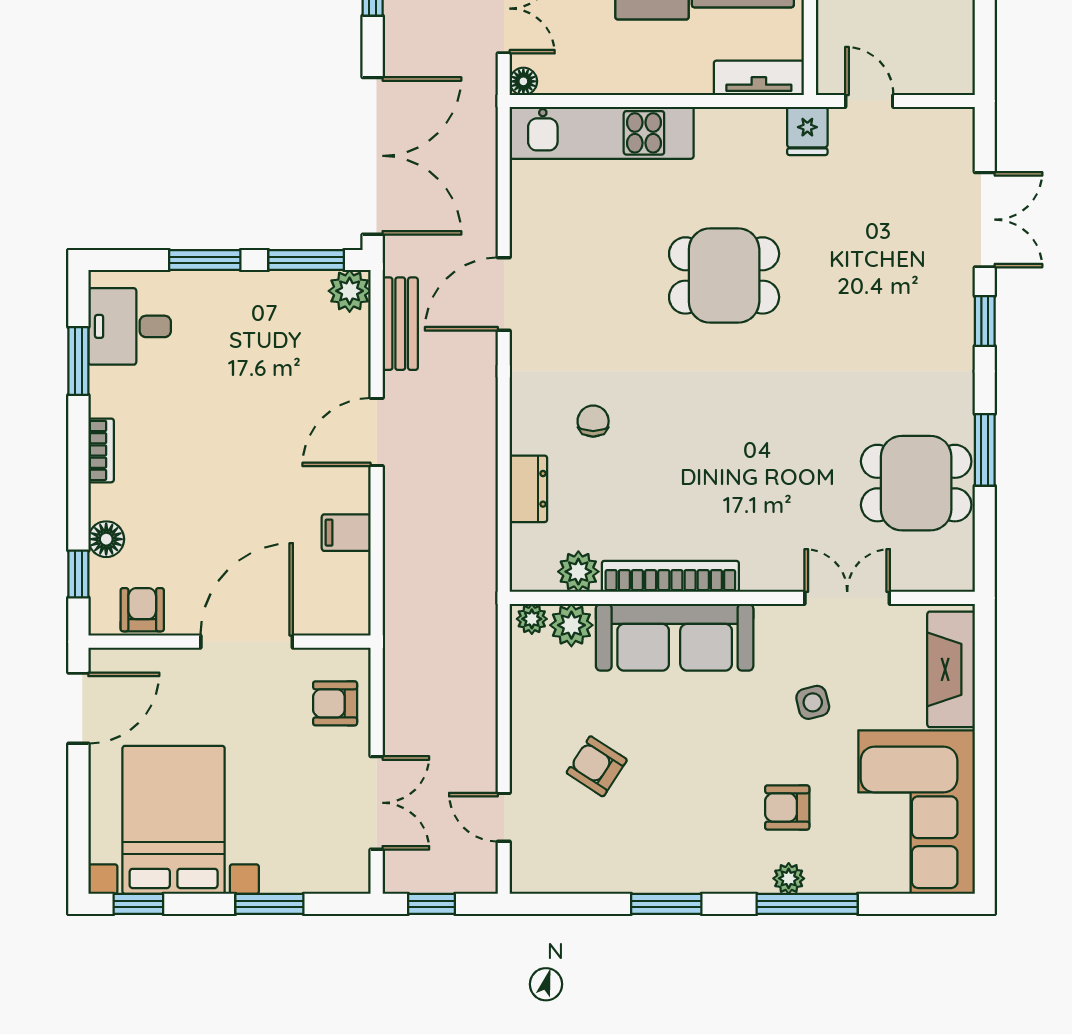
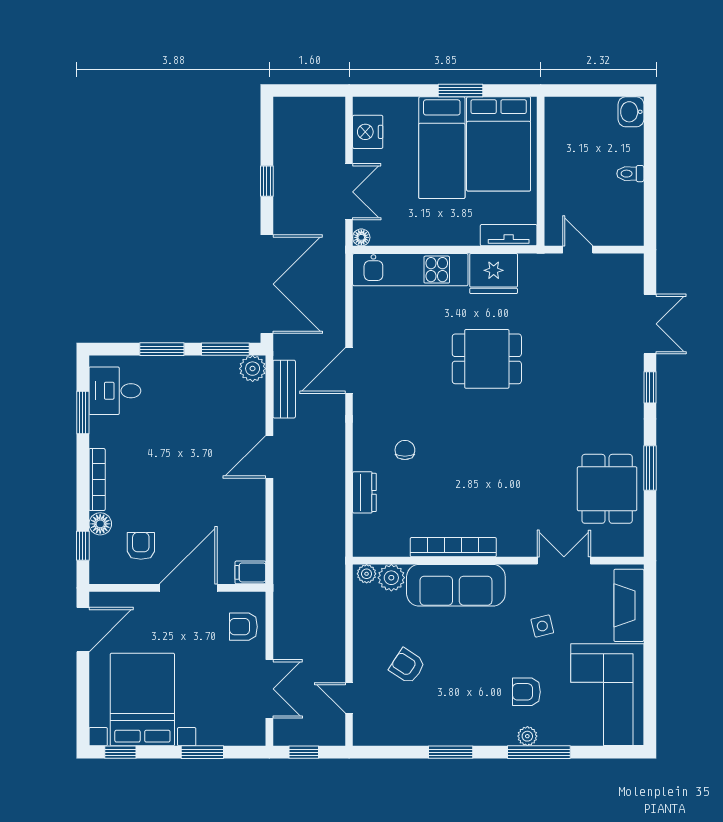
fridge: (807, 131) -> (494, 274), moved, width x1.88, depth x1.34
bookcase: (101, 450) -> (97, 480), width x1.56
dining table: (916, 483) -> (607, 489), turned 90
filing cabinet: (346, 533) -> (250, 572), moved
plant: (578, 572) -> (396, 544), removed
armchair: (142, 610) -> (141, 546), moved

